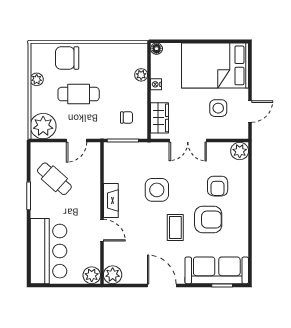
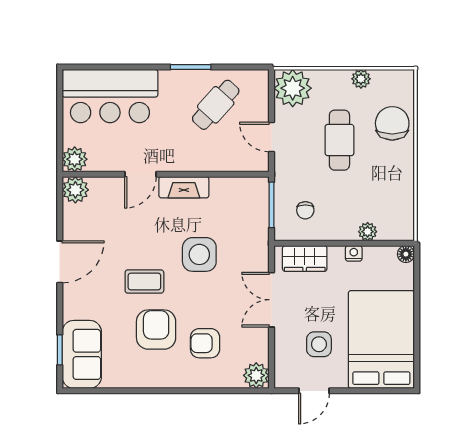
door: (250, 112) -> (314, 391), hinge flipped
armchair: (208, 220) -> (156, 330), turned 180
sofa: (217, 270) -> (82, 354), width x0.73

